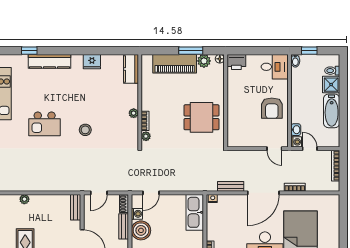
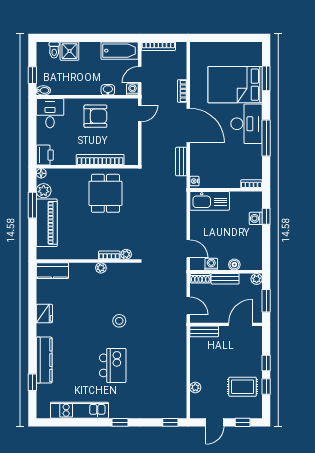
bathtub: (332, 111) -> (120, 51), moved
bookcase: (232, 113) -> (100, 160), added
washbasin: (296, 130) -> (108, 90), moved
boiler: (141, 230) -> (234, 265), width x0.54, depth x0.54

